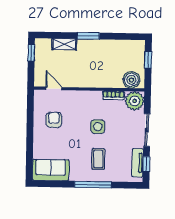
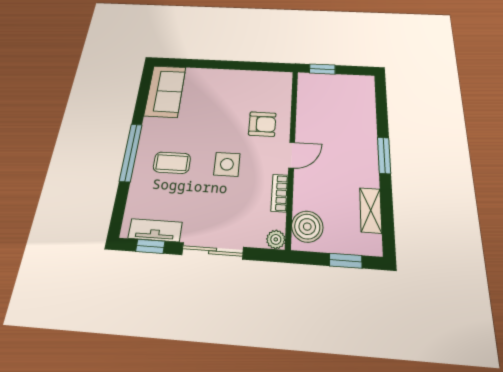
shelving: (64, 44) -> (371, 210), moved
window: (31, 53) -> (322, 69), moved
door: (54, 88) -> (292, 155), moved
plant: (135, 101) -> (276, 239), width x0.53, depth x0.53
armchair: (54, 120) -> (262, 124), moved

